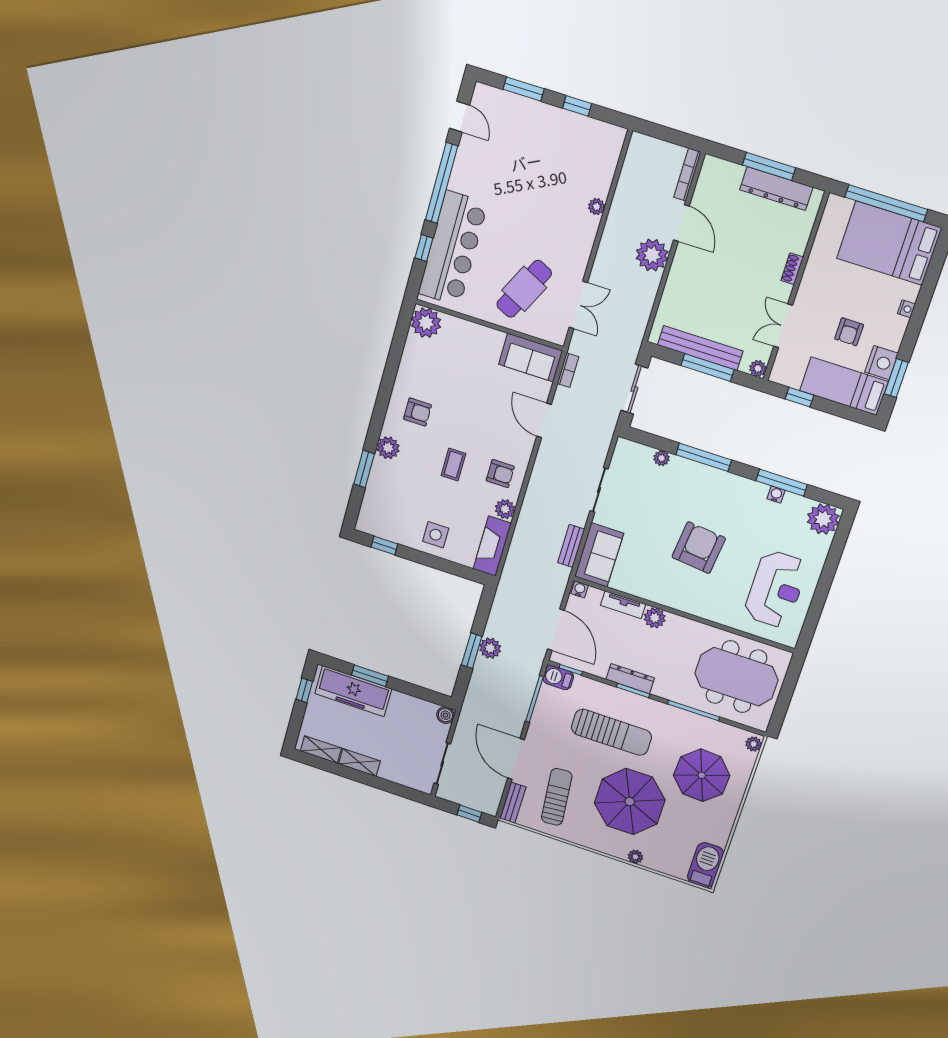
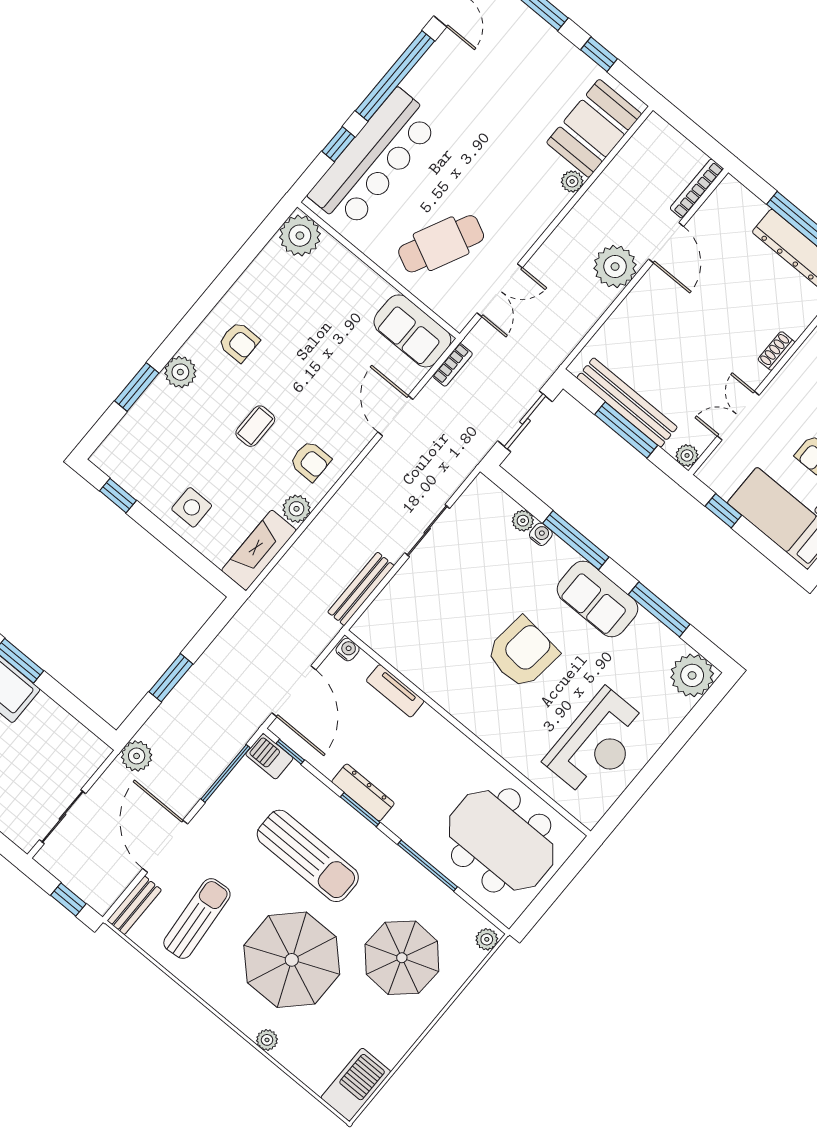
booth: (596, 162) -> (594, 128), added
water cooler: (776, 495) -> (541, 534), moved
bench: (571, 546) -> (361, 589), width x1.36
sofa: (599, 555) -> (597, 599), moved, turned 90
plant: (655, 618) -> (428, 723), removed
plant: (490, 648) -> (137, 756), moved
boiler: (445, 715) -> (97, 752), removed

